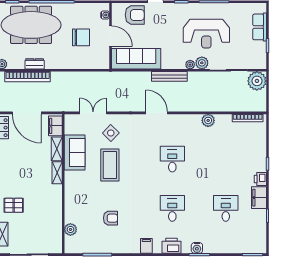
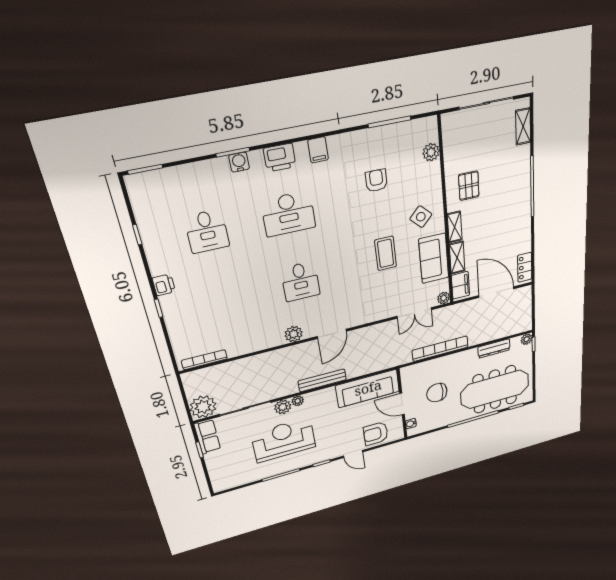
row of seats: (260, 27) -> (207, 437), moved
dresser: (35, 64) -> (494, 348), width x1.44
bookcase: (28, 77) -> (440, 349), moved
door: (157, 113) -> (332, 334), hinge flipped
plant: (69, 119) -> (444, 298), added
plant: (208, 120) -> (294, 334), moved
side table: (111, 133) -> (421, 217), moved
coffee table: (110, 165) -> (386, 253), width x0.73, depth x0.76
filing cabinet: (259, 198) -> (159, 258), removed
pallet: (14, 205) -> (469, 186), moved, turned 90
desk: (172, 208) -> (288, 214), width x1.37
armchair: (110, 218) -> (376, 180), turned 90

